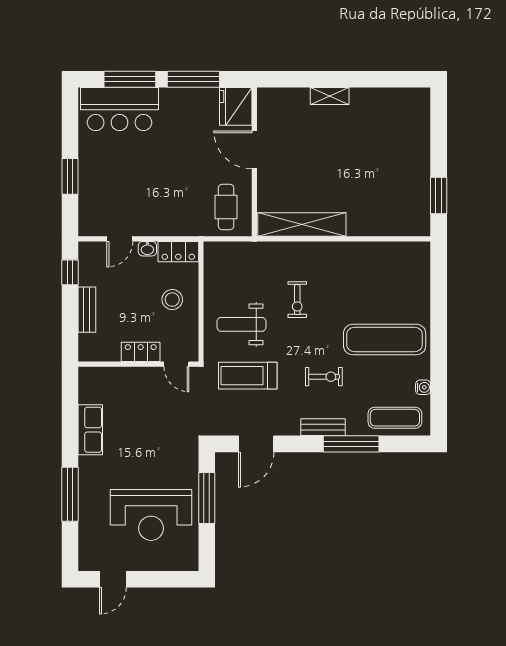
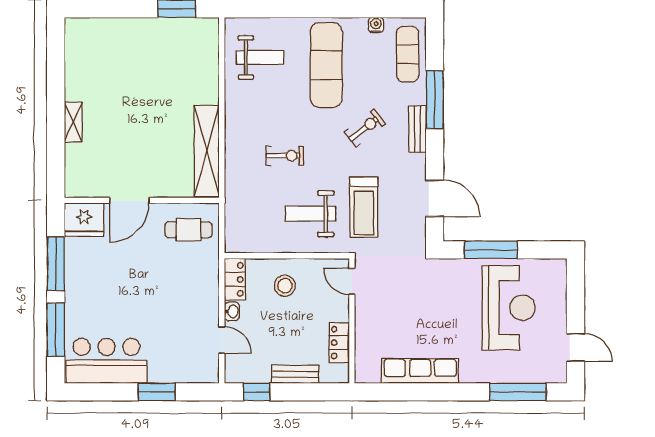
bar counter: (120, 109) -> (107, 361), moved, turned -90
weight bench: (392, 276) -> (260, 58), added
weight bench: (241, 324) -> (311, 214), turned 90
locker: (141, 352) -> (339, 343), moved
door: (176, 364) -> (352, 281), swing flipped
exercise bike: (324, 377) -> (365, 128), turned 52
row of seats: (90, 430) -> (420, 371), width x1.48
window: (70, 494) -> (518, 392), moved

